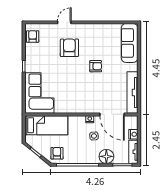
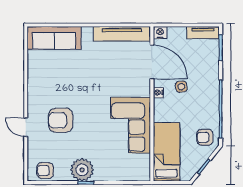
plant: (33, 63) -> (82, 170), added
armchair: (96, 66) -> (86, 84), removed
corner sofa: (39, 93) -> (130, 125), moved, turned -90
door: (112, 114) -> (152, 62), hinge flipped
nightstand: (133, 134) -> (160, 33), moved
floor lamp: (106, 156) -> (209, 70), removed

